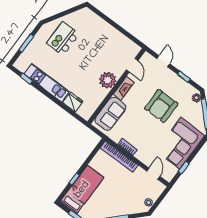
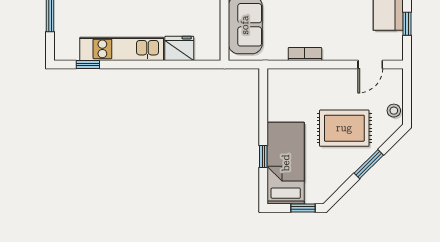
bookcase: (119, 156) -> (303, 77), removed
door: (153, 174) -> (370, 65), swing flipped
rug: (120, 194) -> (344, 128), added

